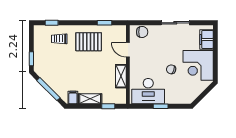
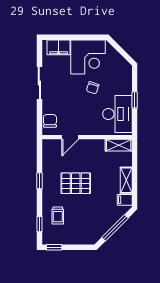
window: (104, 23) -> (39, 181), moved
pallet: (89, 42) -> (76, 183), moved, turned 90
window: (31, 59) -> (54, 247), moved
shelving: (121, 76) -> (119, 145), moved
window: (108, 106) -> (135, 160), removed

